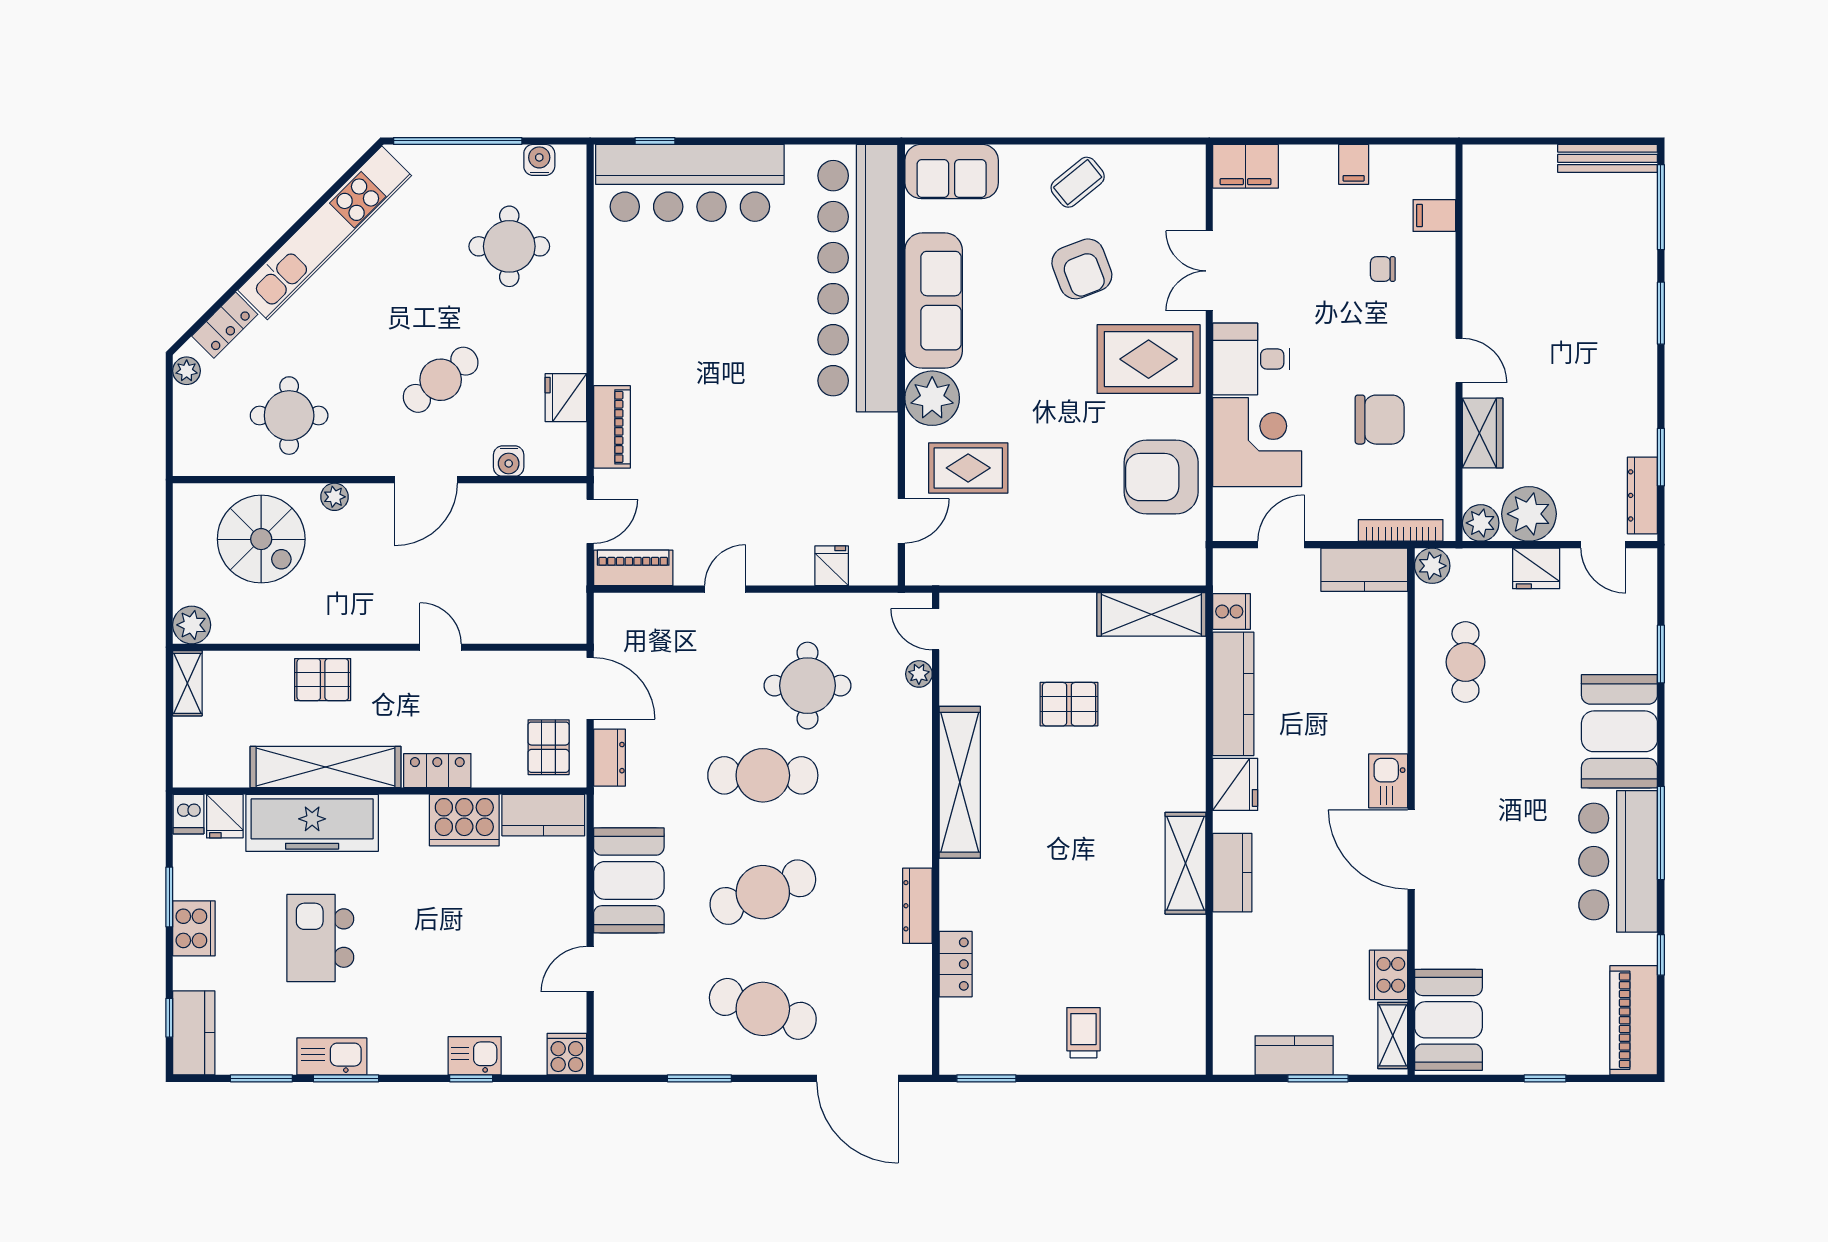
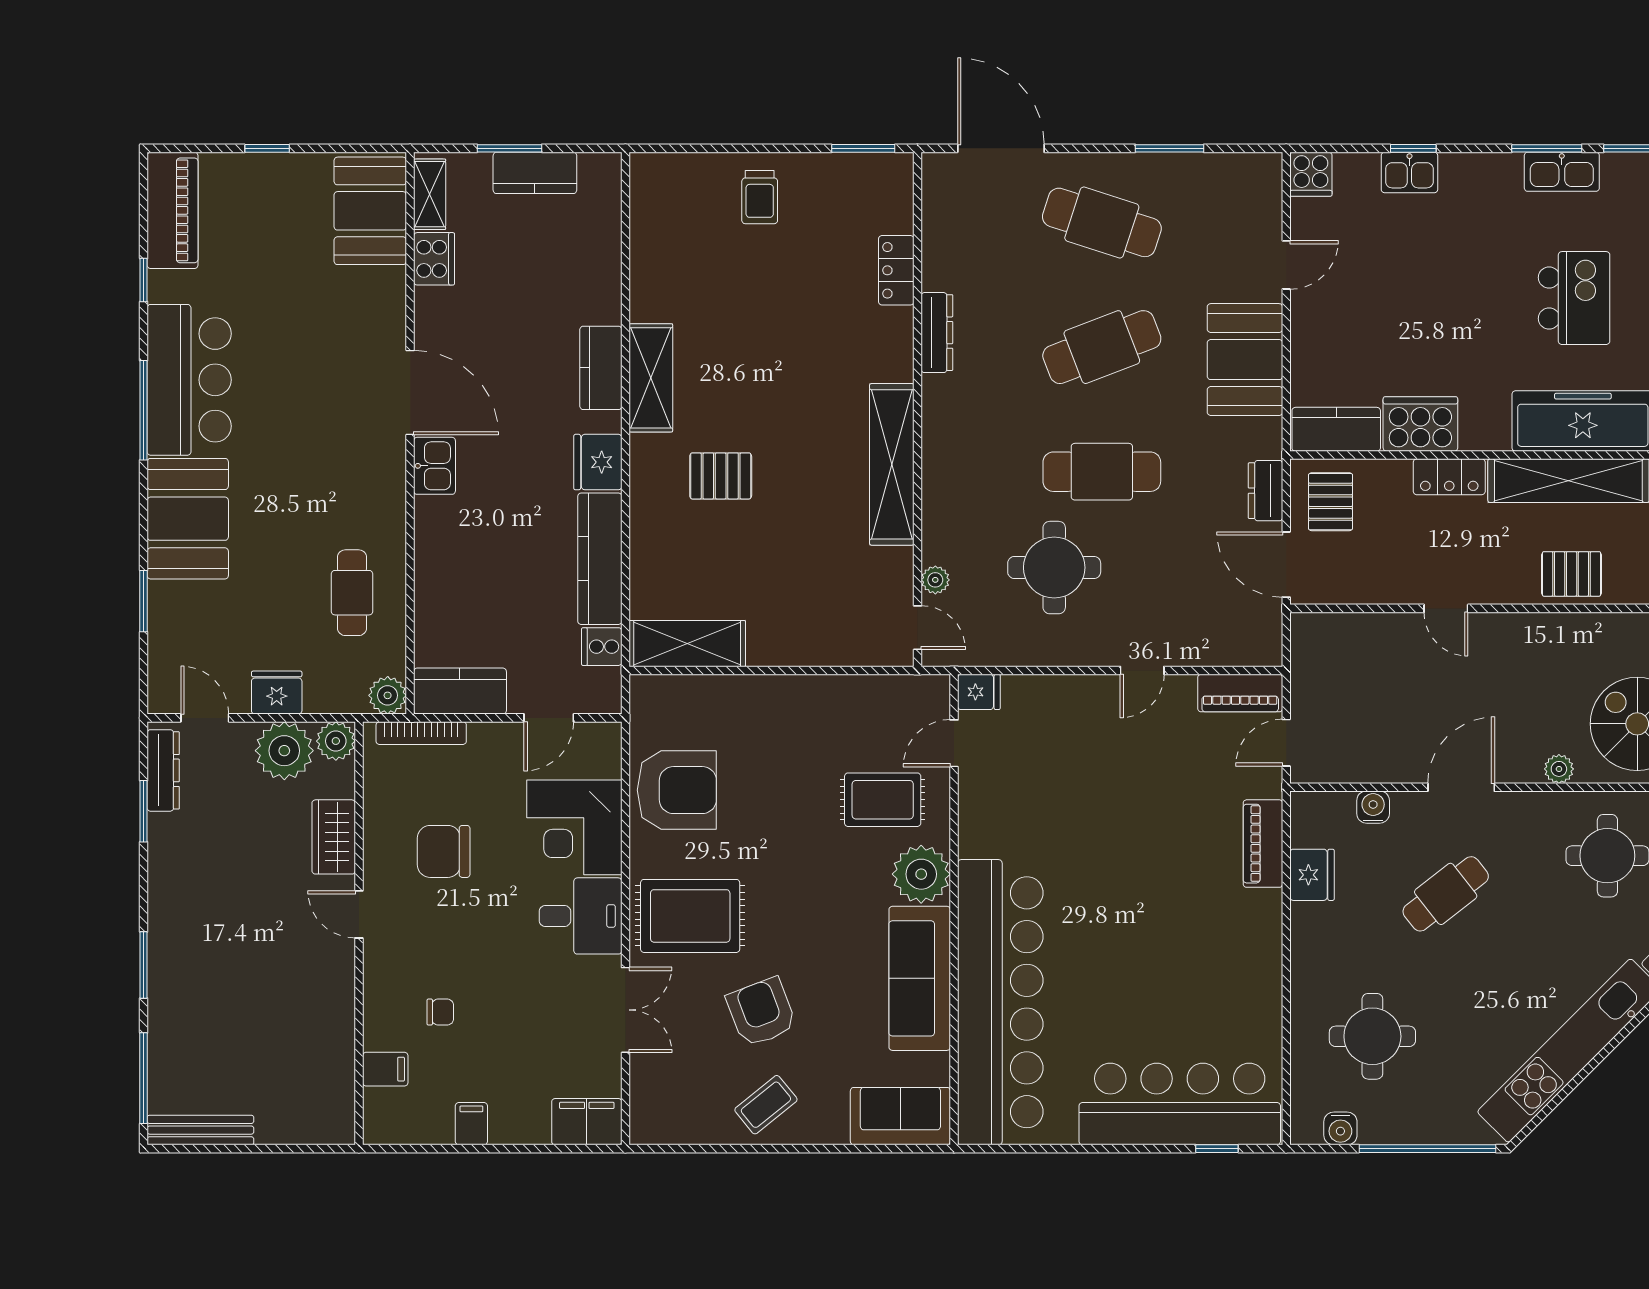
fridge: (832, 566) -> (979, 692), moved, turned -90
pallet: (1069, 704) -> (721, 476), moved

